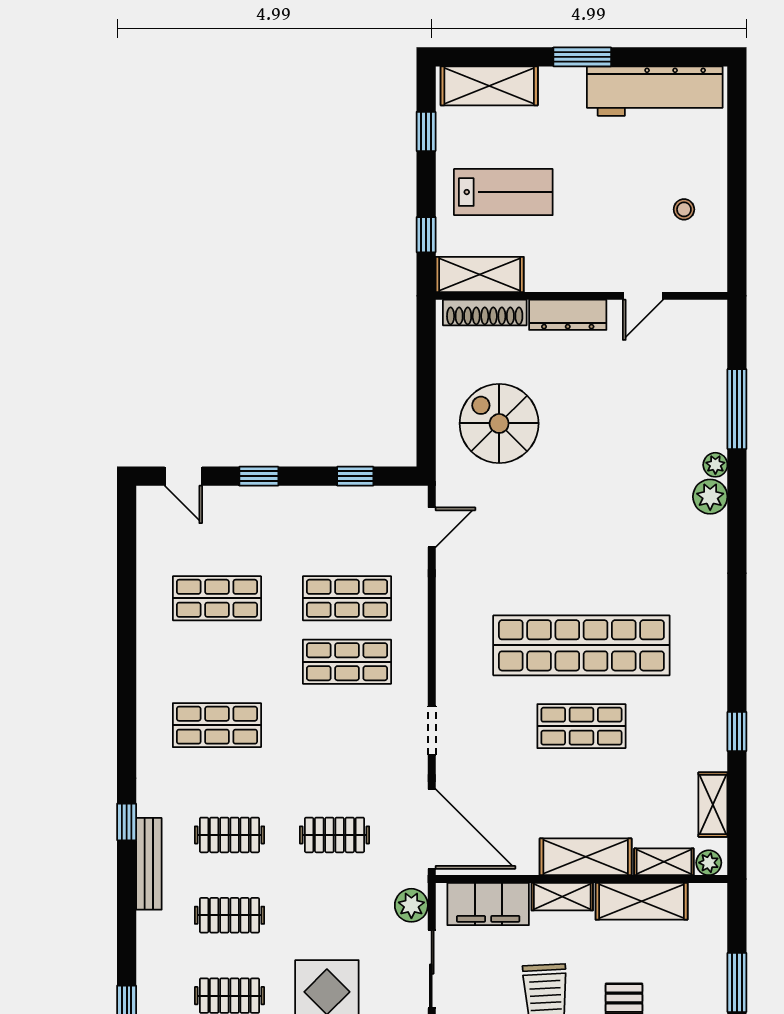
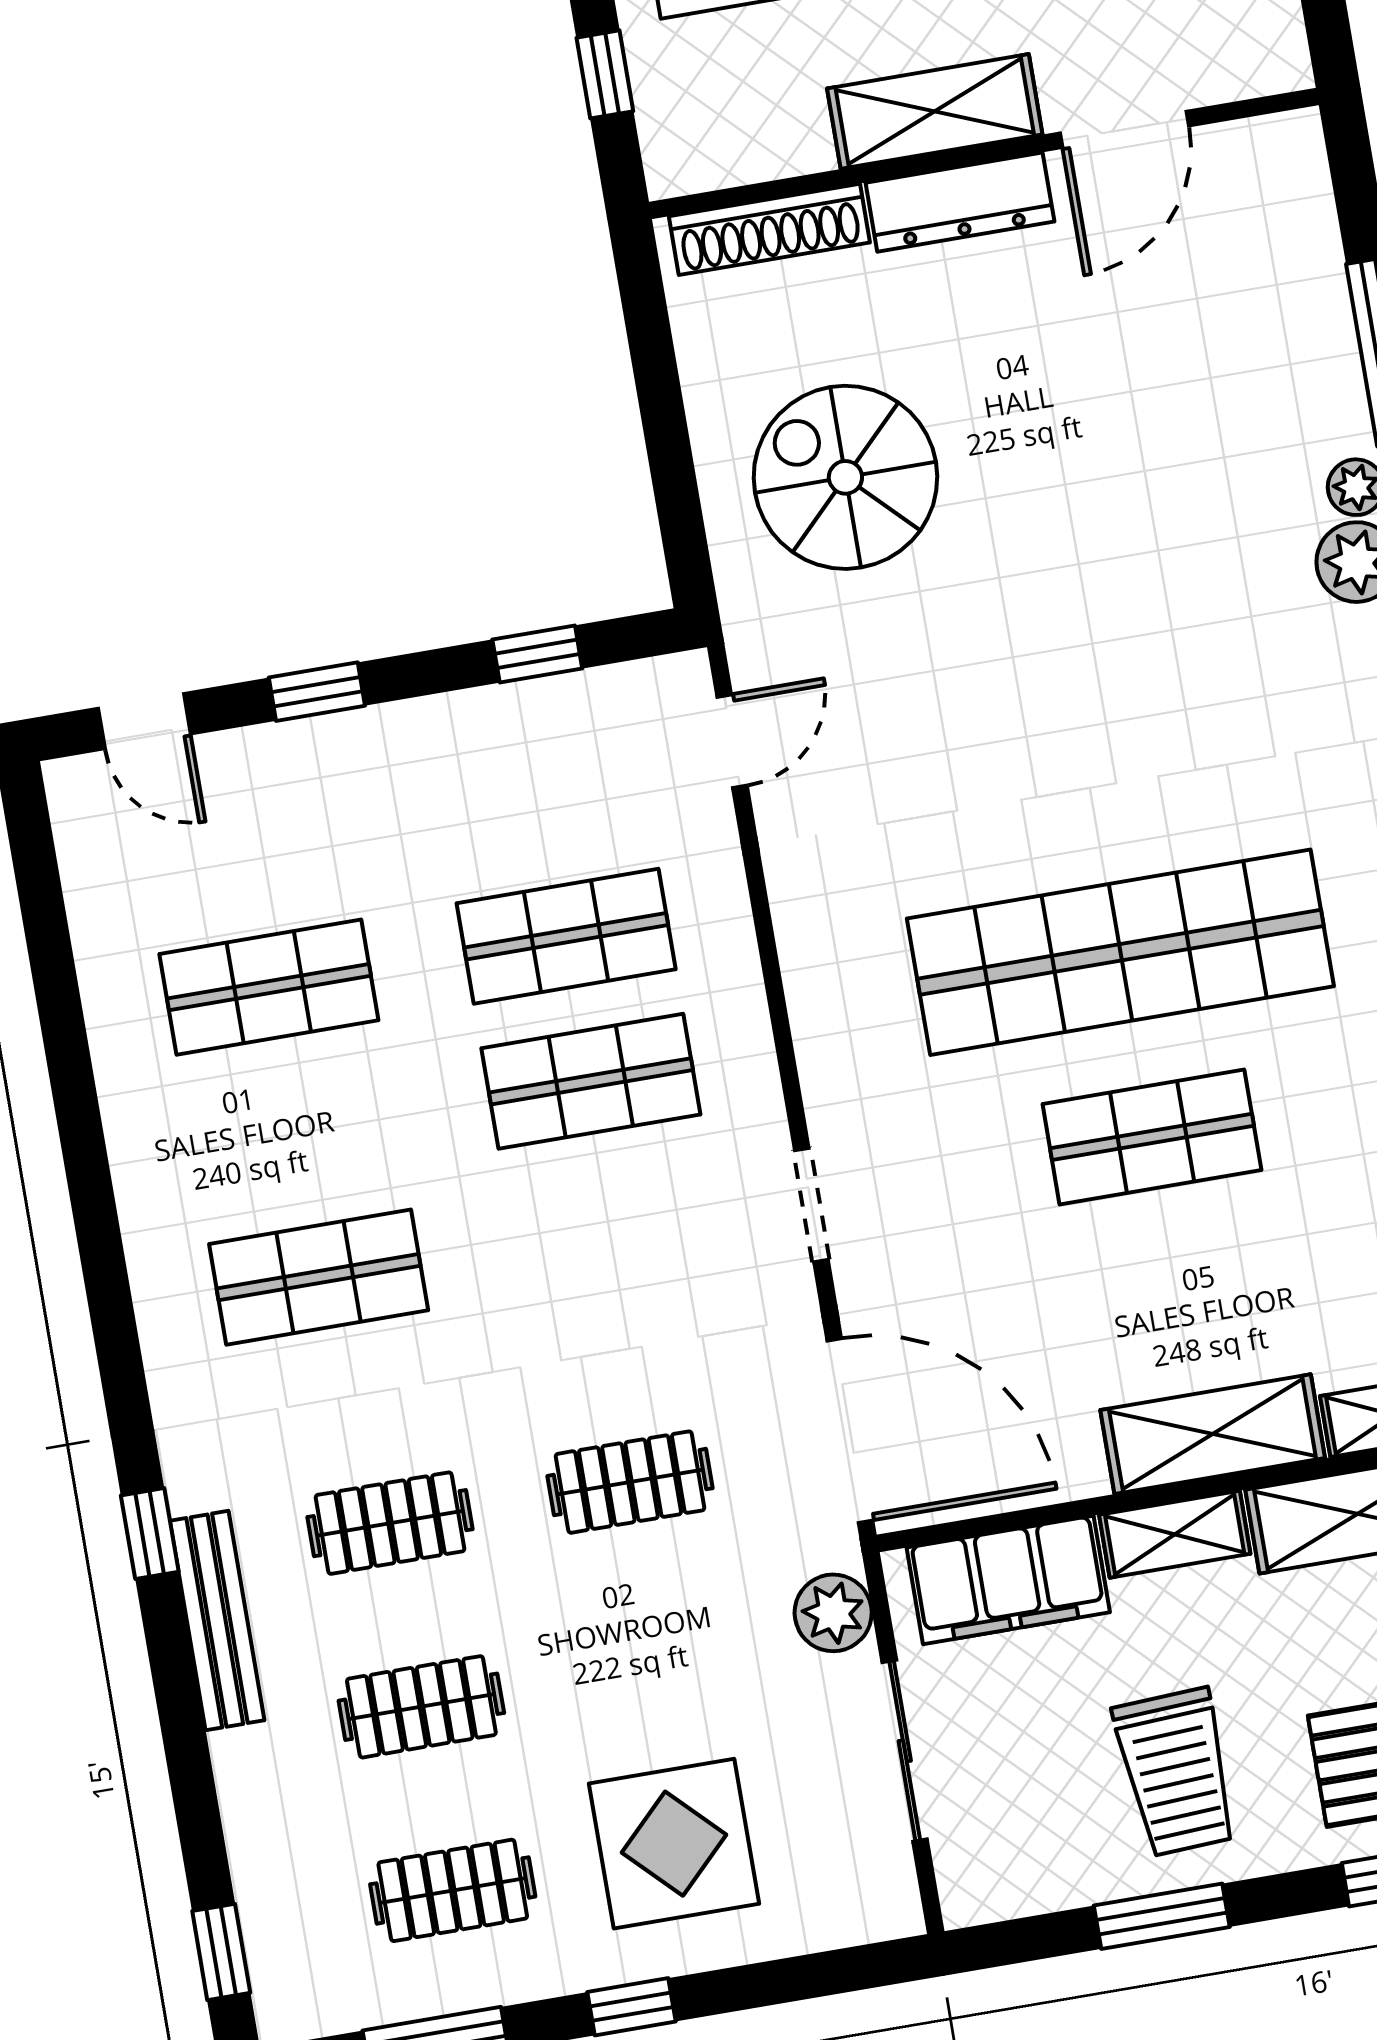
shelving: (480, 274) -> (935, 111), moved
door: (643, 296) -> (1124, 129), width x1.38

